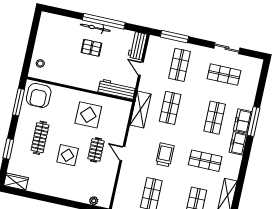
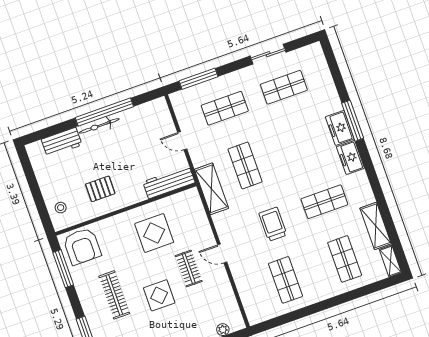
workbench: (137, 46) -> (62, 142), moved, turned -90
pallet: (91, 48) -> (100, 189), moved
shop shelf: (180, 65) -> (225, 108), turned 90
shop shelf: (215, 118) -> (304, 145), removed

